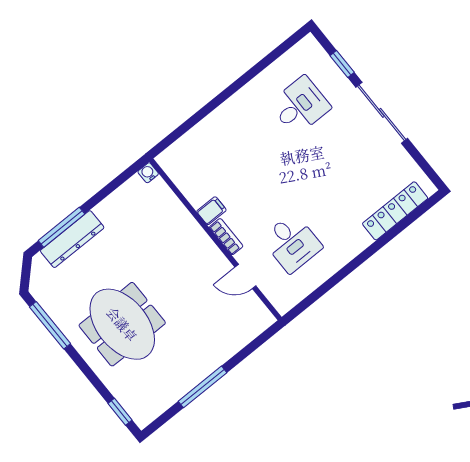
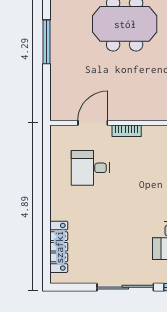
filing cabinet: (211, 211) -> (150, 135), removed
door: (245, 276) -> (93, 123), width x1.38

